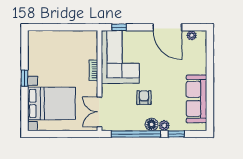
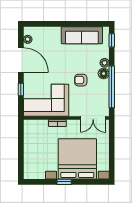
window: (119, 27) -> (21, 90), moved
door: (167, 27) -> (21, 60), hinge flipped
bed with nightstands: (51, 103) -> (77, 159), width x1.36
window: (176, 134) -> (112, 40), moved

